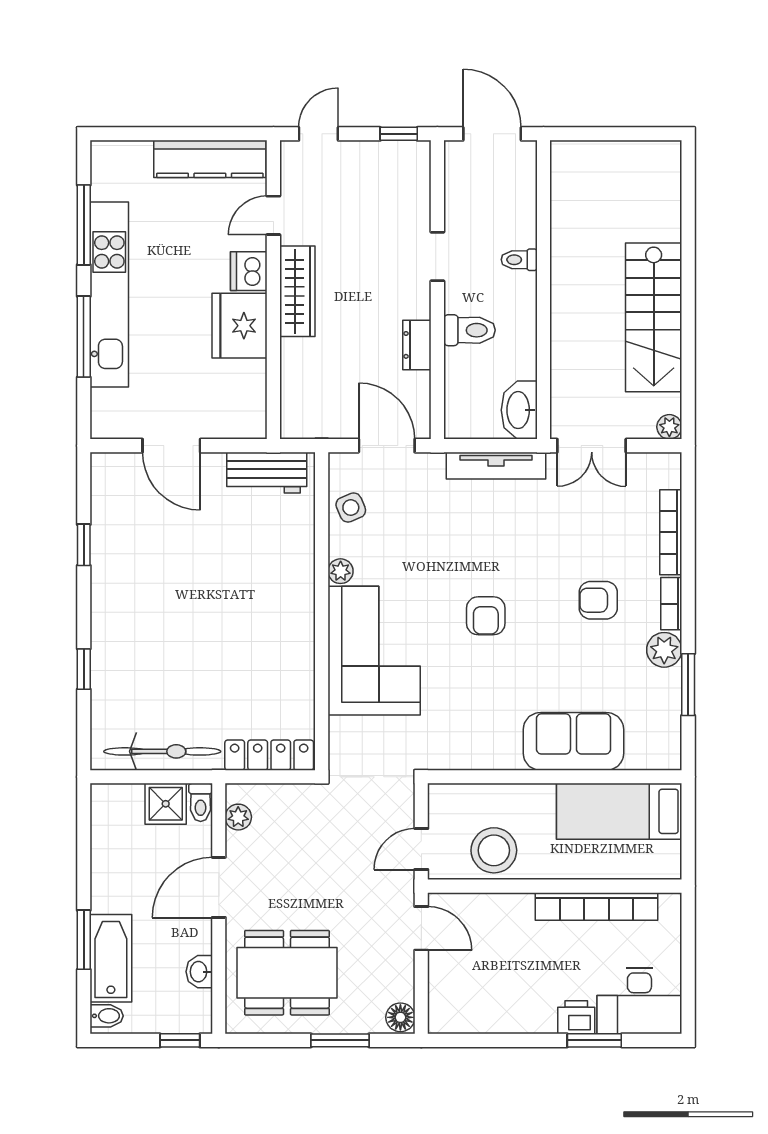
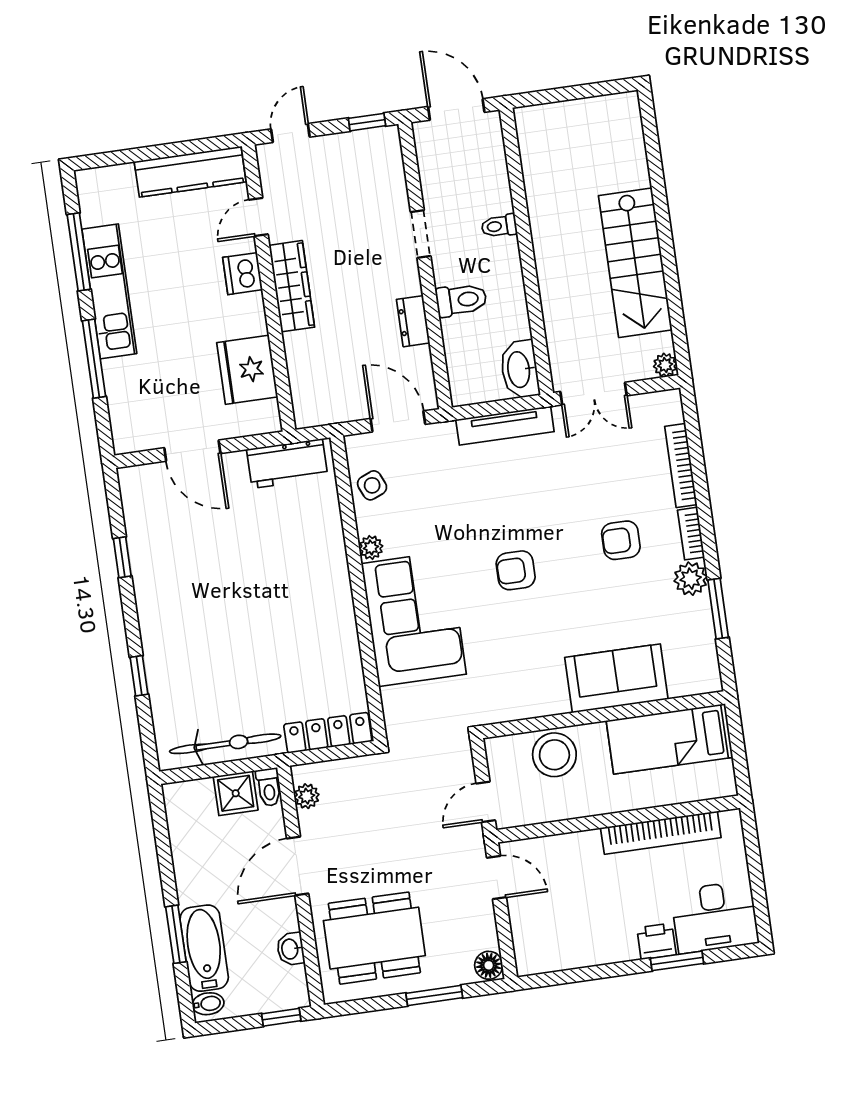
kitchen unit: (109, 295) -> (109, 291), width x0.73
fridge: (240, 326) -> (247, 370), moved
armchair: (486, 616) -> (516, 570), turned 90
stool: (494, 850) -> (554, 755), moved

